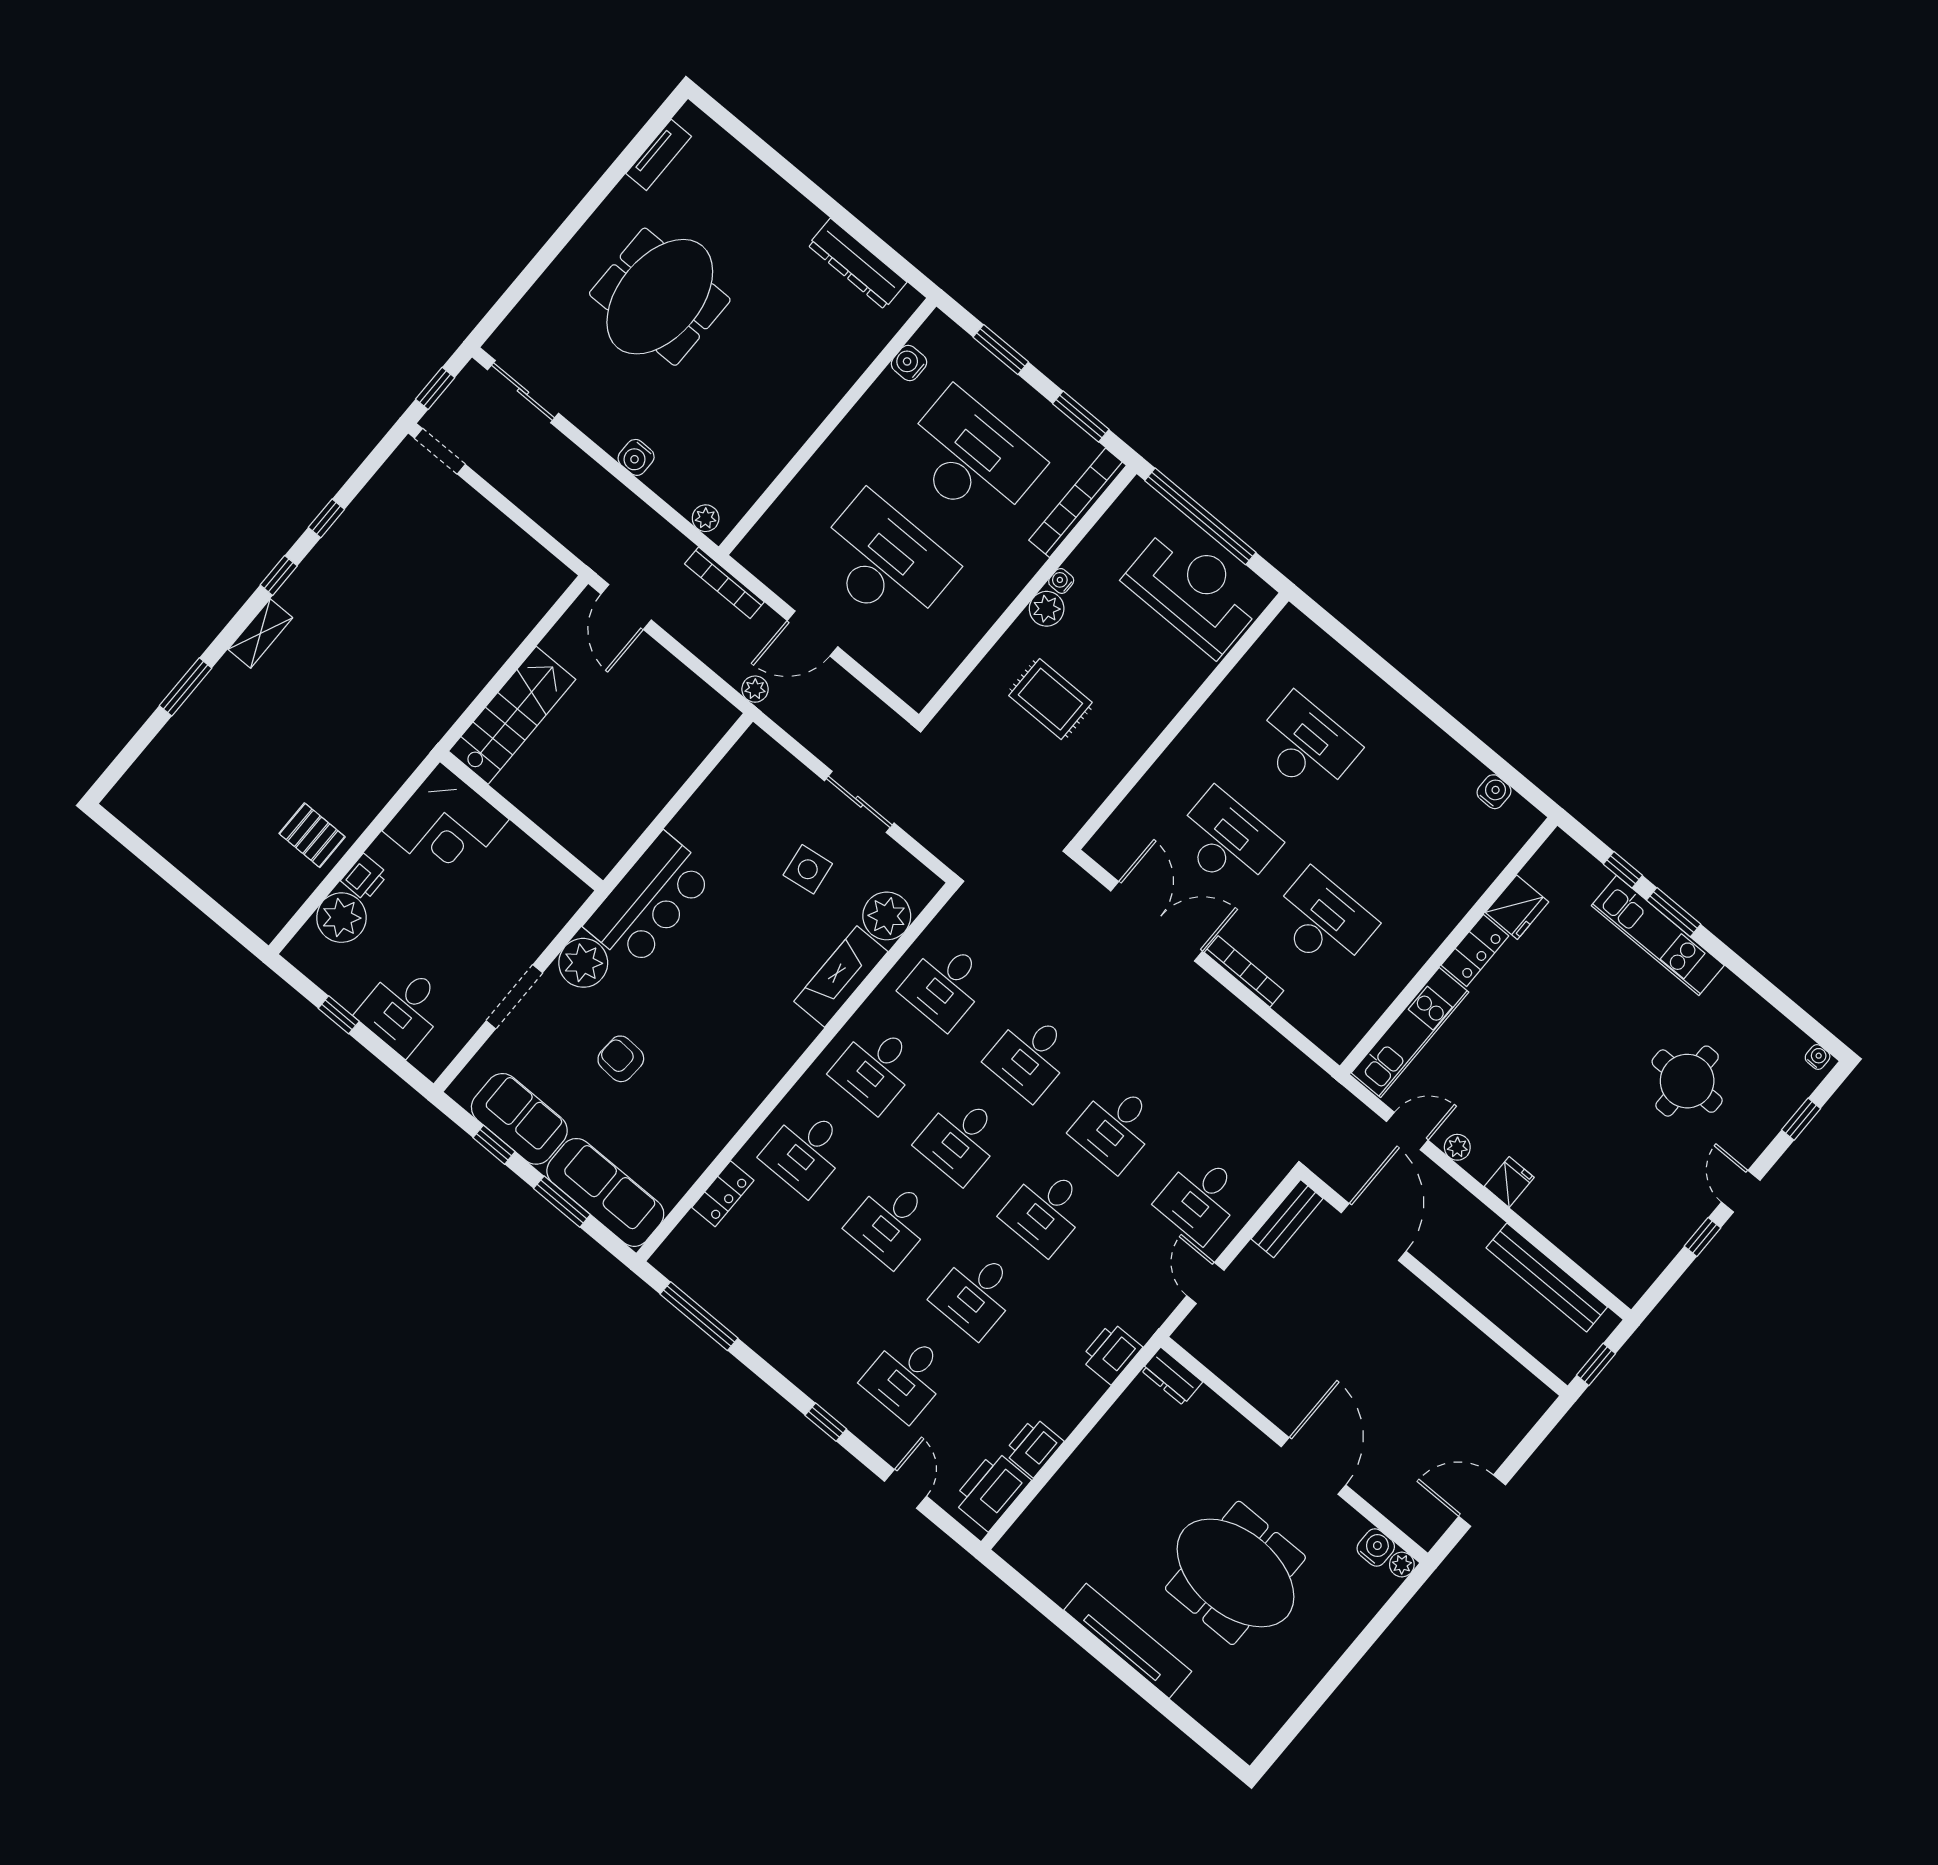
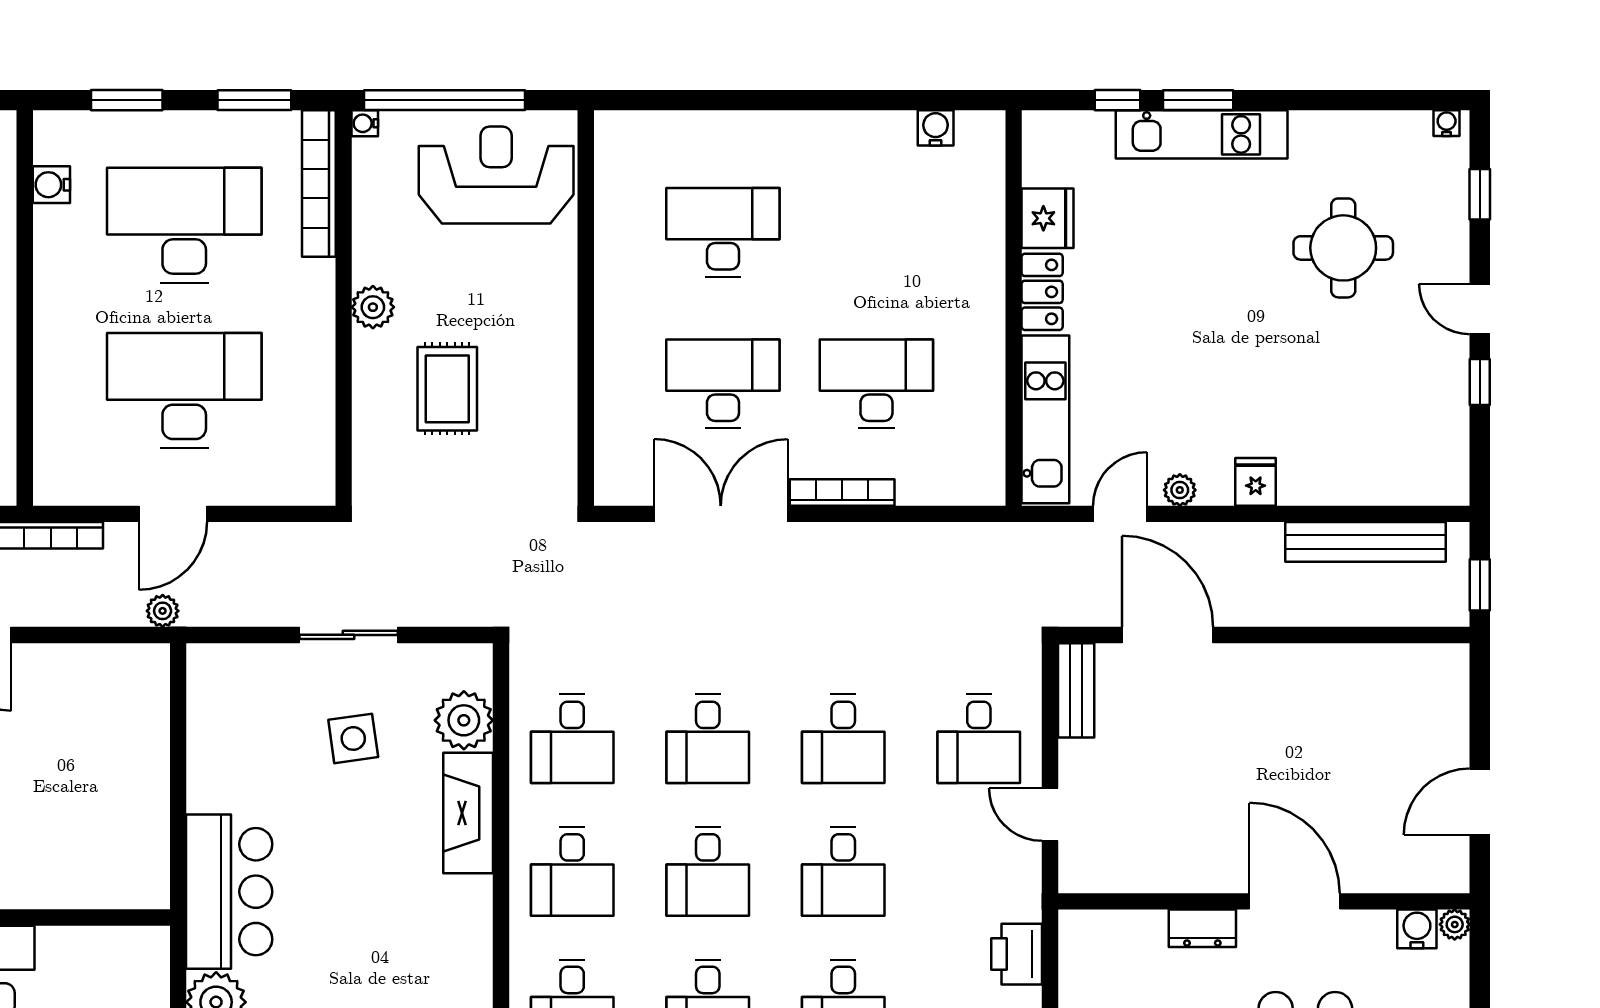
water cooler: (1061, 581) -> (365, 123), moved
rug: (1050, 699) -> (447, 389), turned 90
dresser: (1172, 1376) -> (1202, 928), moved

